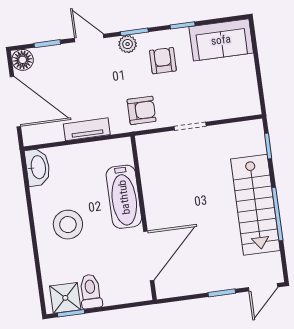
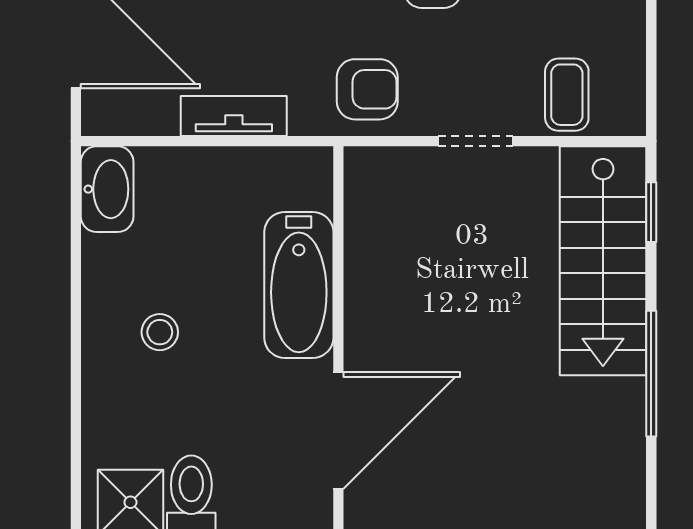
coffee table: (226, 101) -> (567, 95), added
stairs: (255, 205) -> (603, 261), moved
stool: (68, 225) -> (160, 332), width x0.53, depth x0.53

